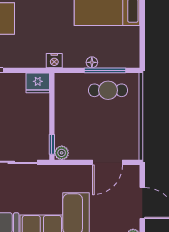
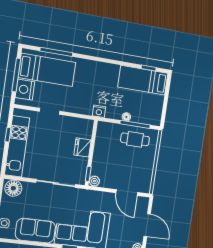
fridge: (38, 83) -> (83, 147), moved, turned 90
door: (107, 162) -> (127, 193), hinge flipped

